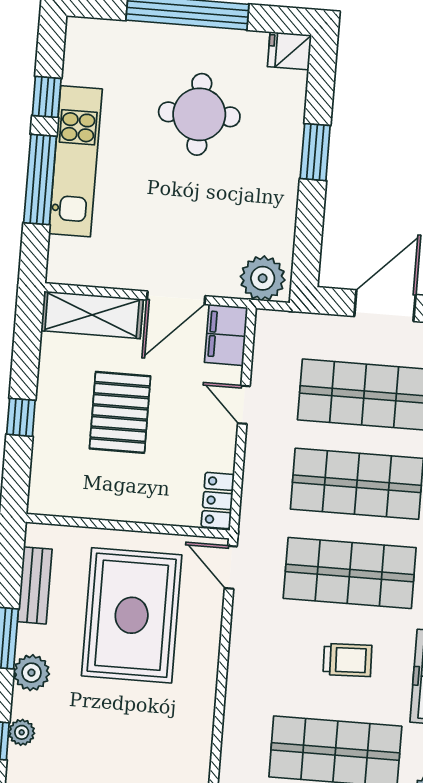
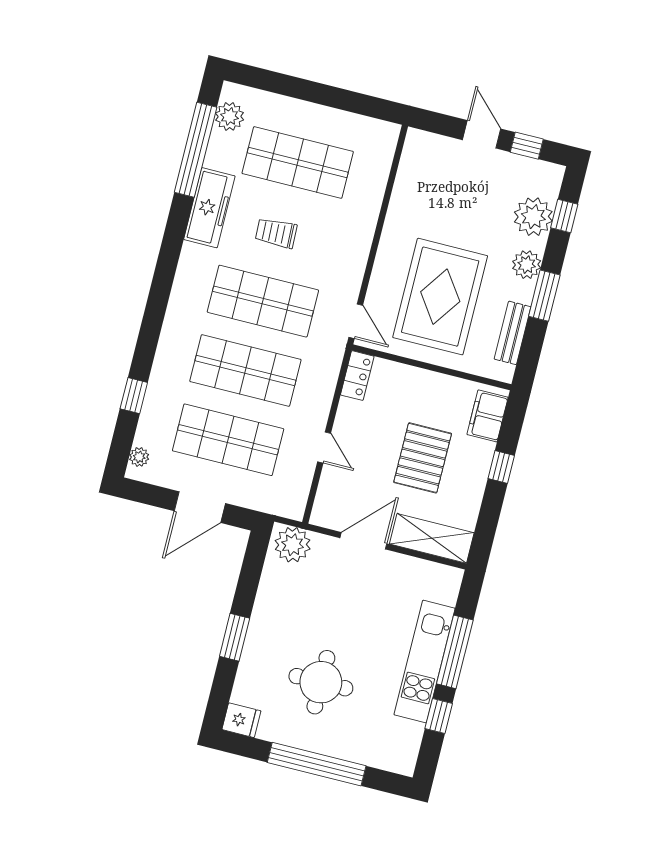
filing cabinet: (226, 335) -> (488, 416), moved, turned 180
plant: (22, 732) -> (533, 217), width x1.88, depth x1.88

